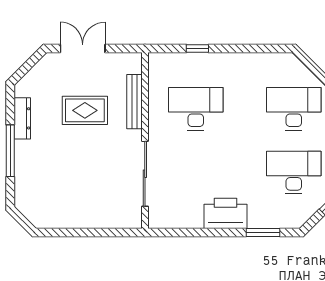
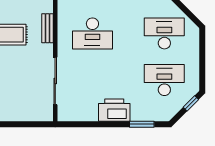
bench: (134, 102) -> (47, 28), width x0.73
desk: (196, 109) -> (92, 33), turned 180

